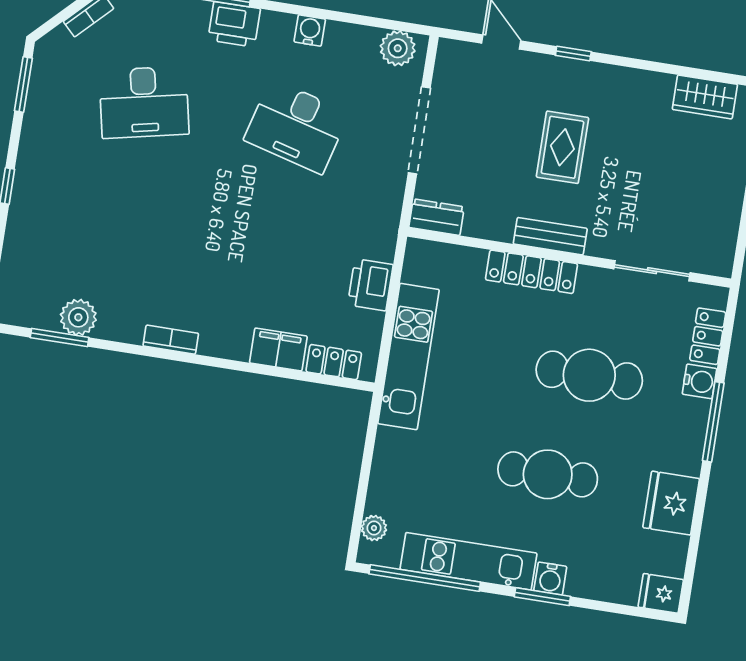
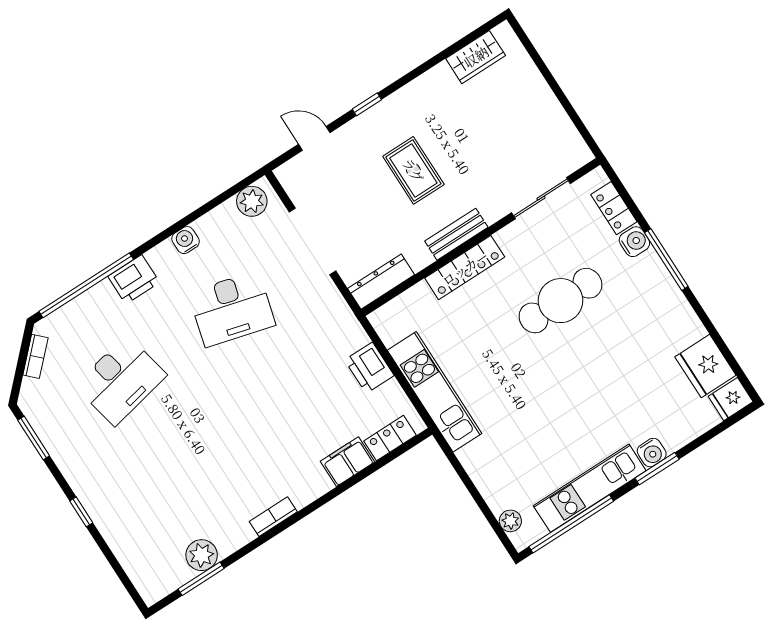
dresser: (436, 217) -> (381, 282), width x1.44
cafe table: (548, 474) -> (591, 388), removed
fridge: (671, 503) -> (705, 366), moved

